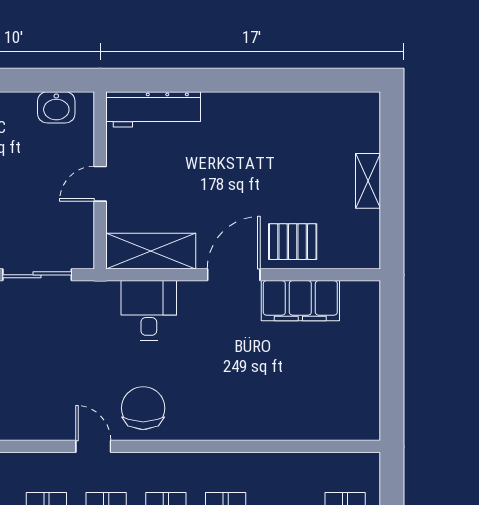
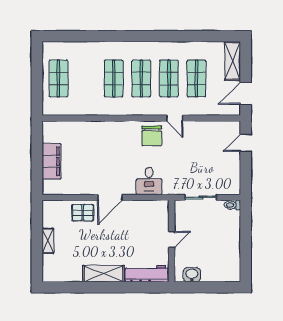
shelving: (151, 251) -> (103, 274), moved
filing cabinet: (300, 301) -> (51, 161), moved, turned 90

